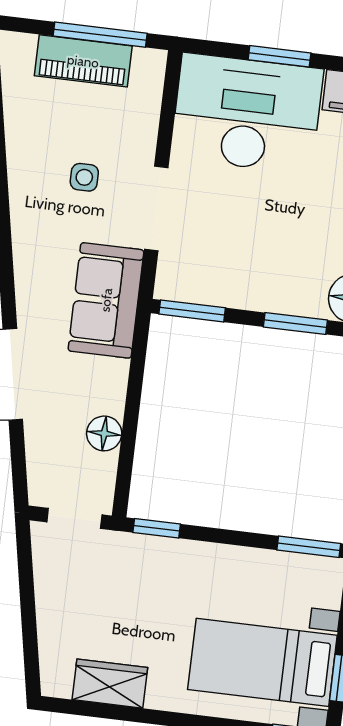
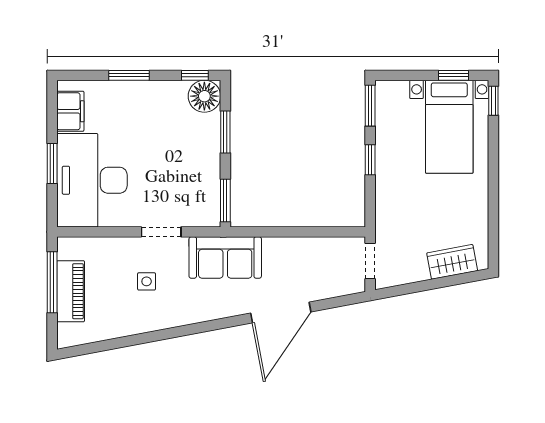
doorway: (156, 208) -> (161, 232), width x0.73
floor lamp: (104, 433) -> (312, 248), removed
window: (157, 528) -> (370, 160), moved
wardrobe: (110, 684) -> (452, 262), moved, turned 79

